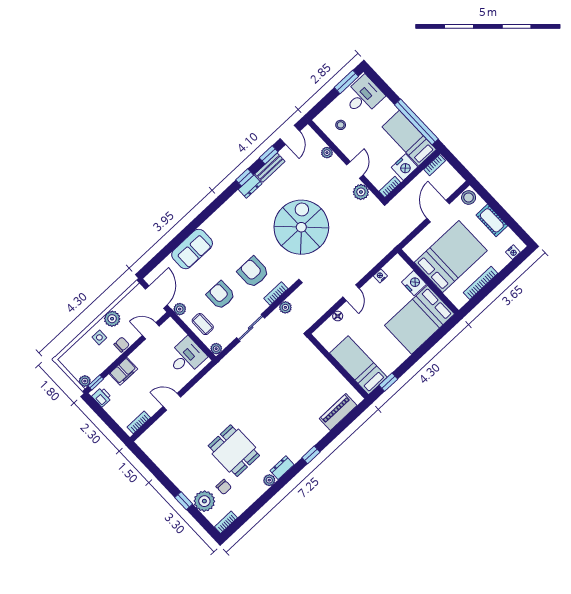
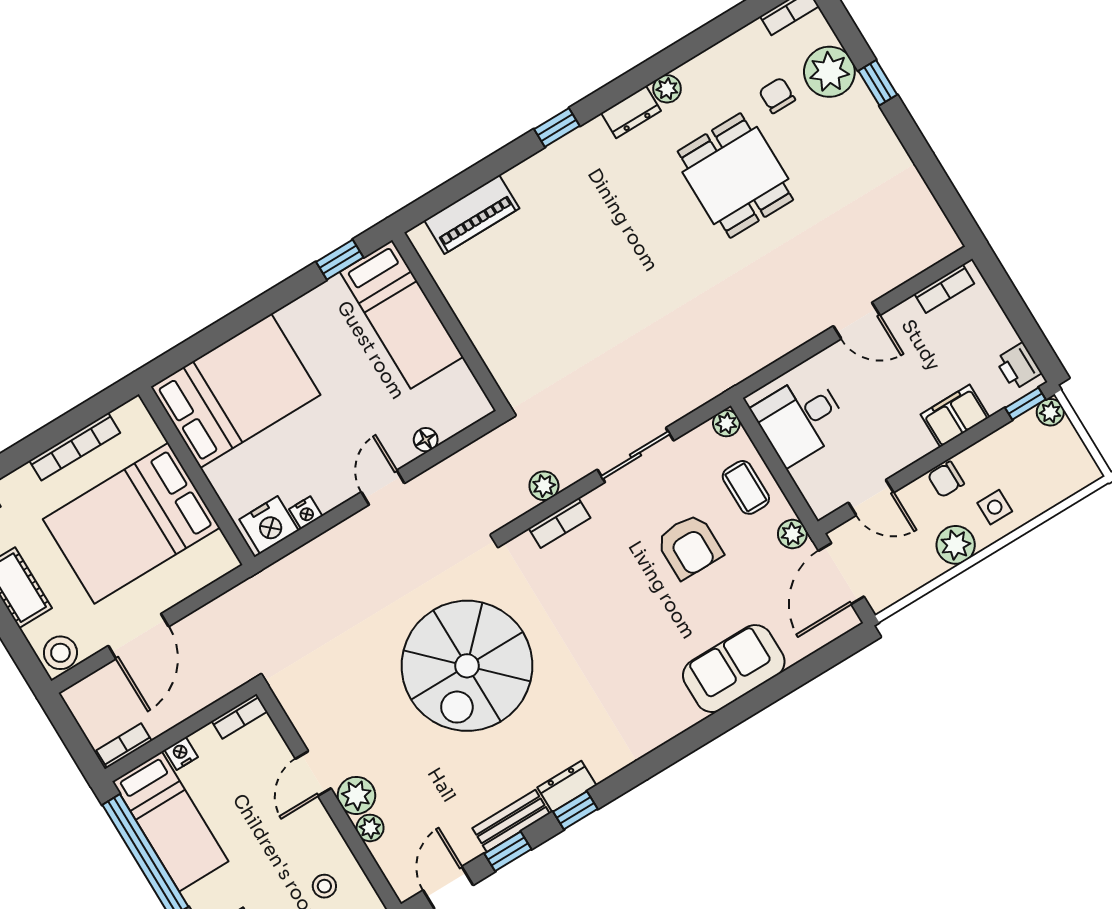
nightstand: (404, 167) -> (181, 753), width x0.53, depth x0.56
plant: (361, 192) -> (356, 795), moved
armchair: (253, 272) -> (602, 584), removed
nightstand: (414, 283) -> (269, 525), moved, turned -90

